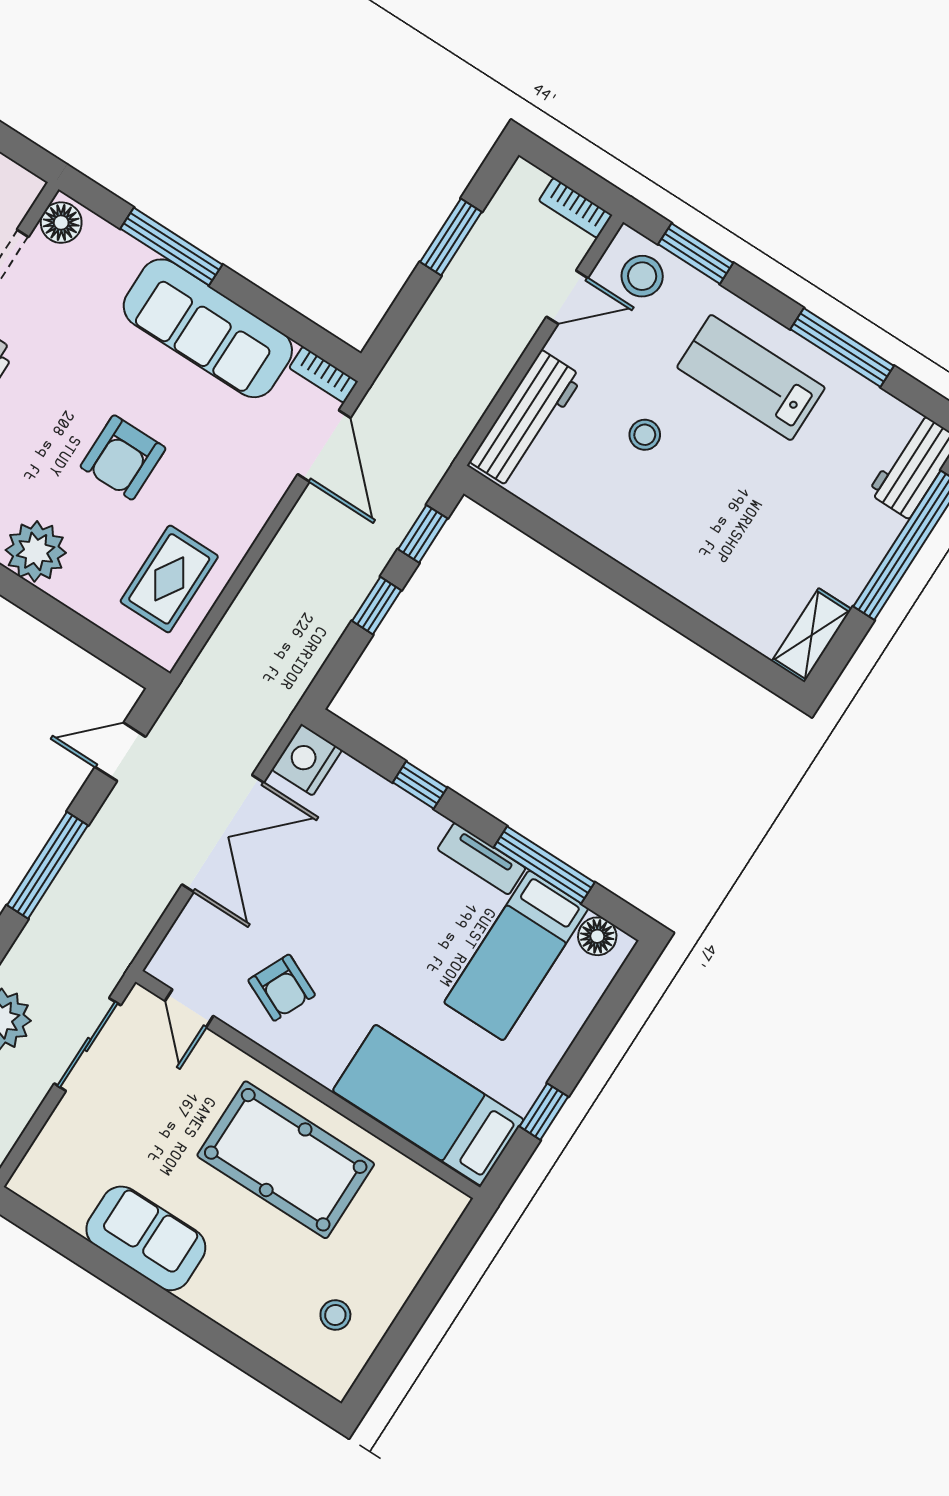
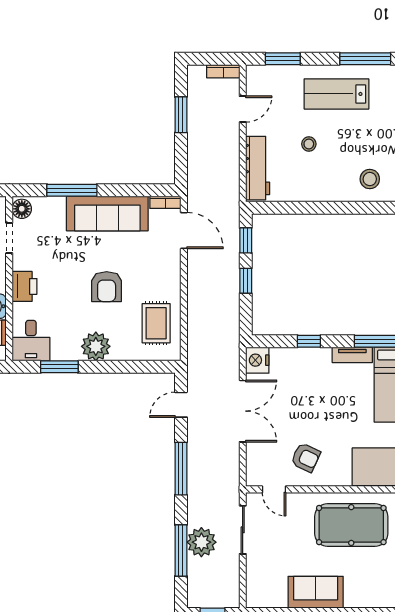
stool: (642, 276) -> (370, 179), moved

